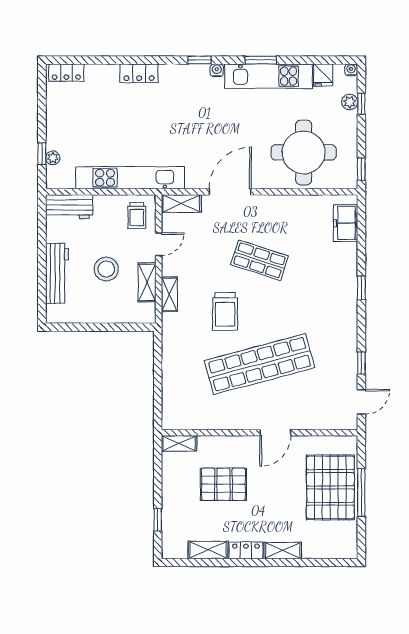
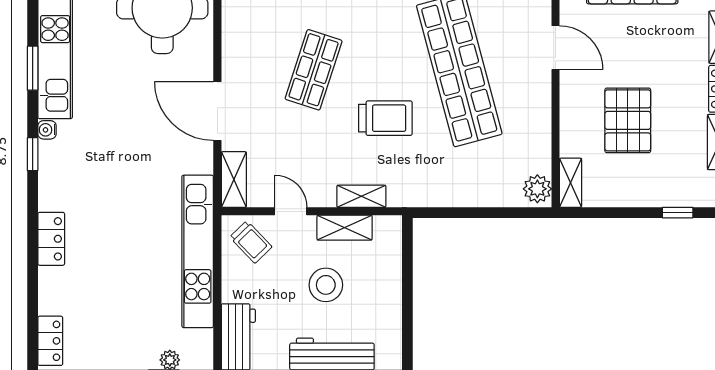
trolley: (137, 216) -> (251, 242), turned 46
plant: (175, 420) -> (537, 189), added

